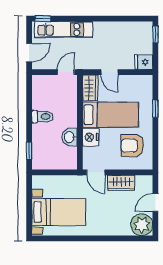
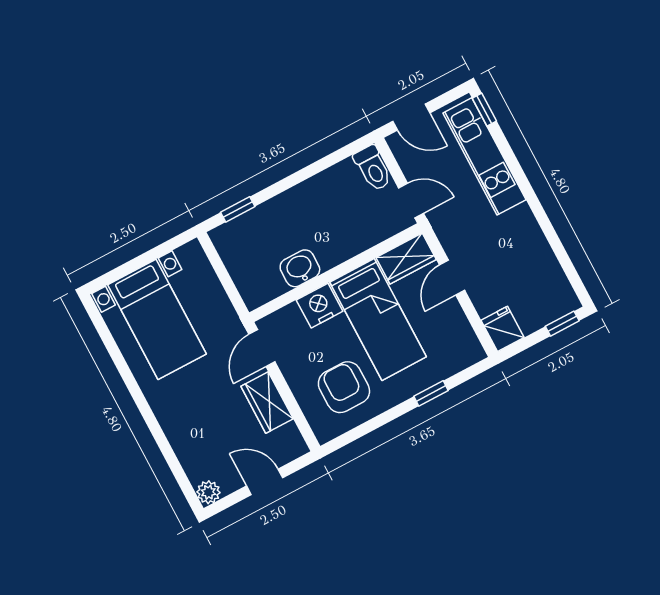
toilet: (43, 117) -> (373, 168), moved
plant: (142, 225) -> (208, 492), width x0.53, depth x0.53

